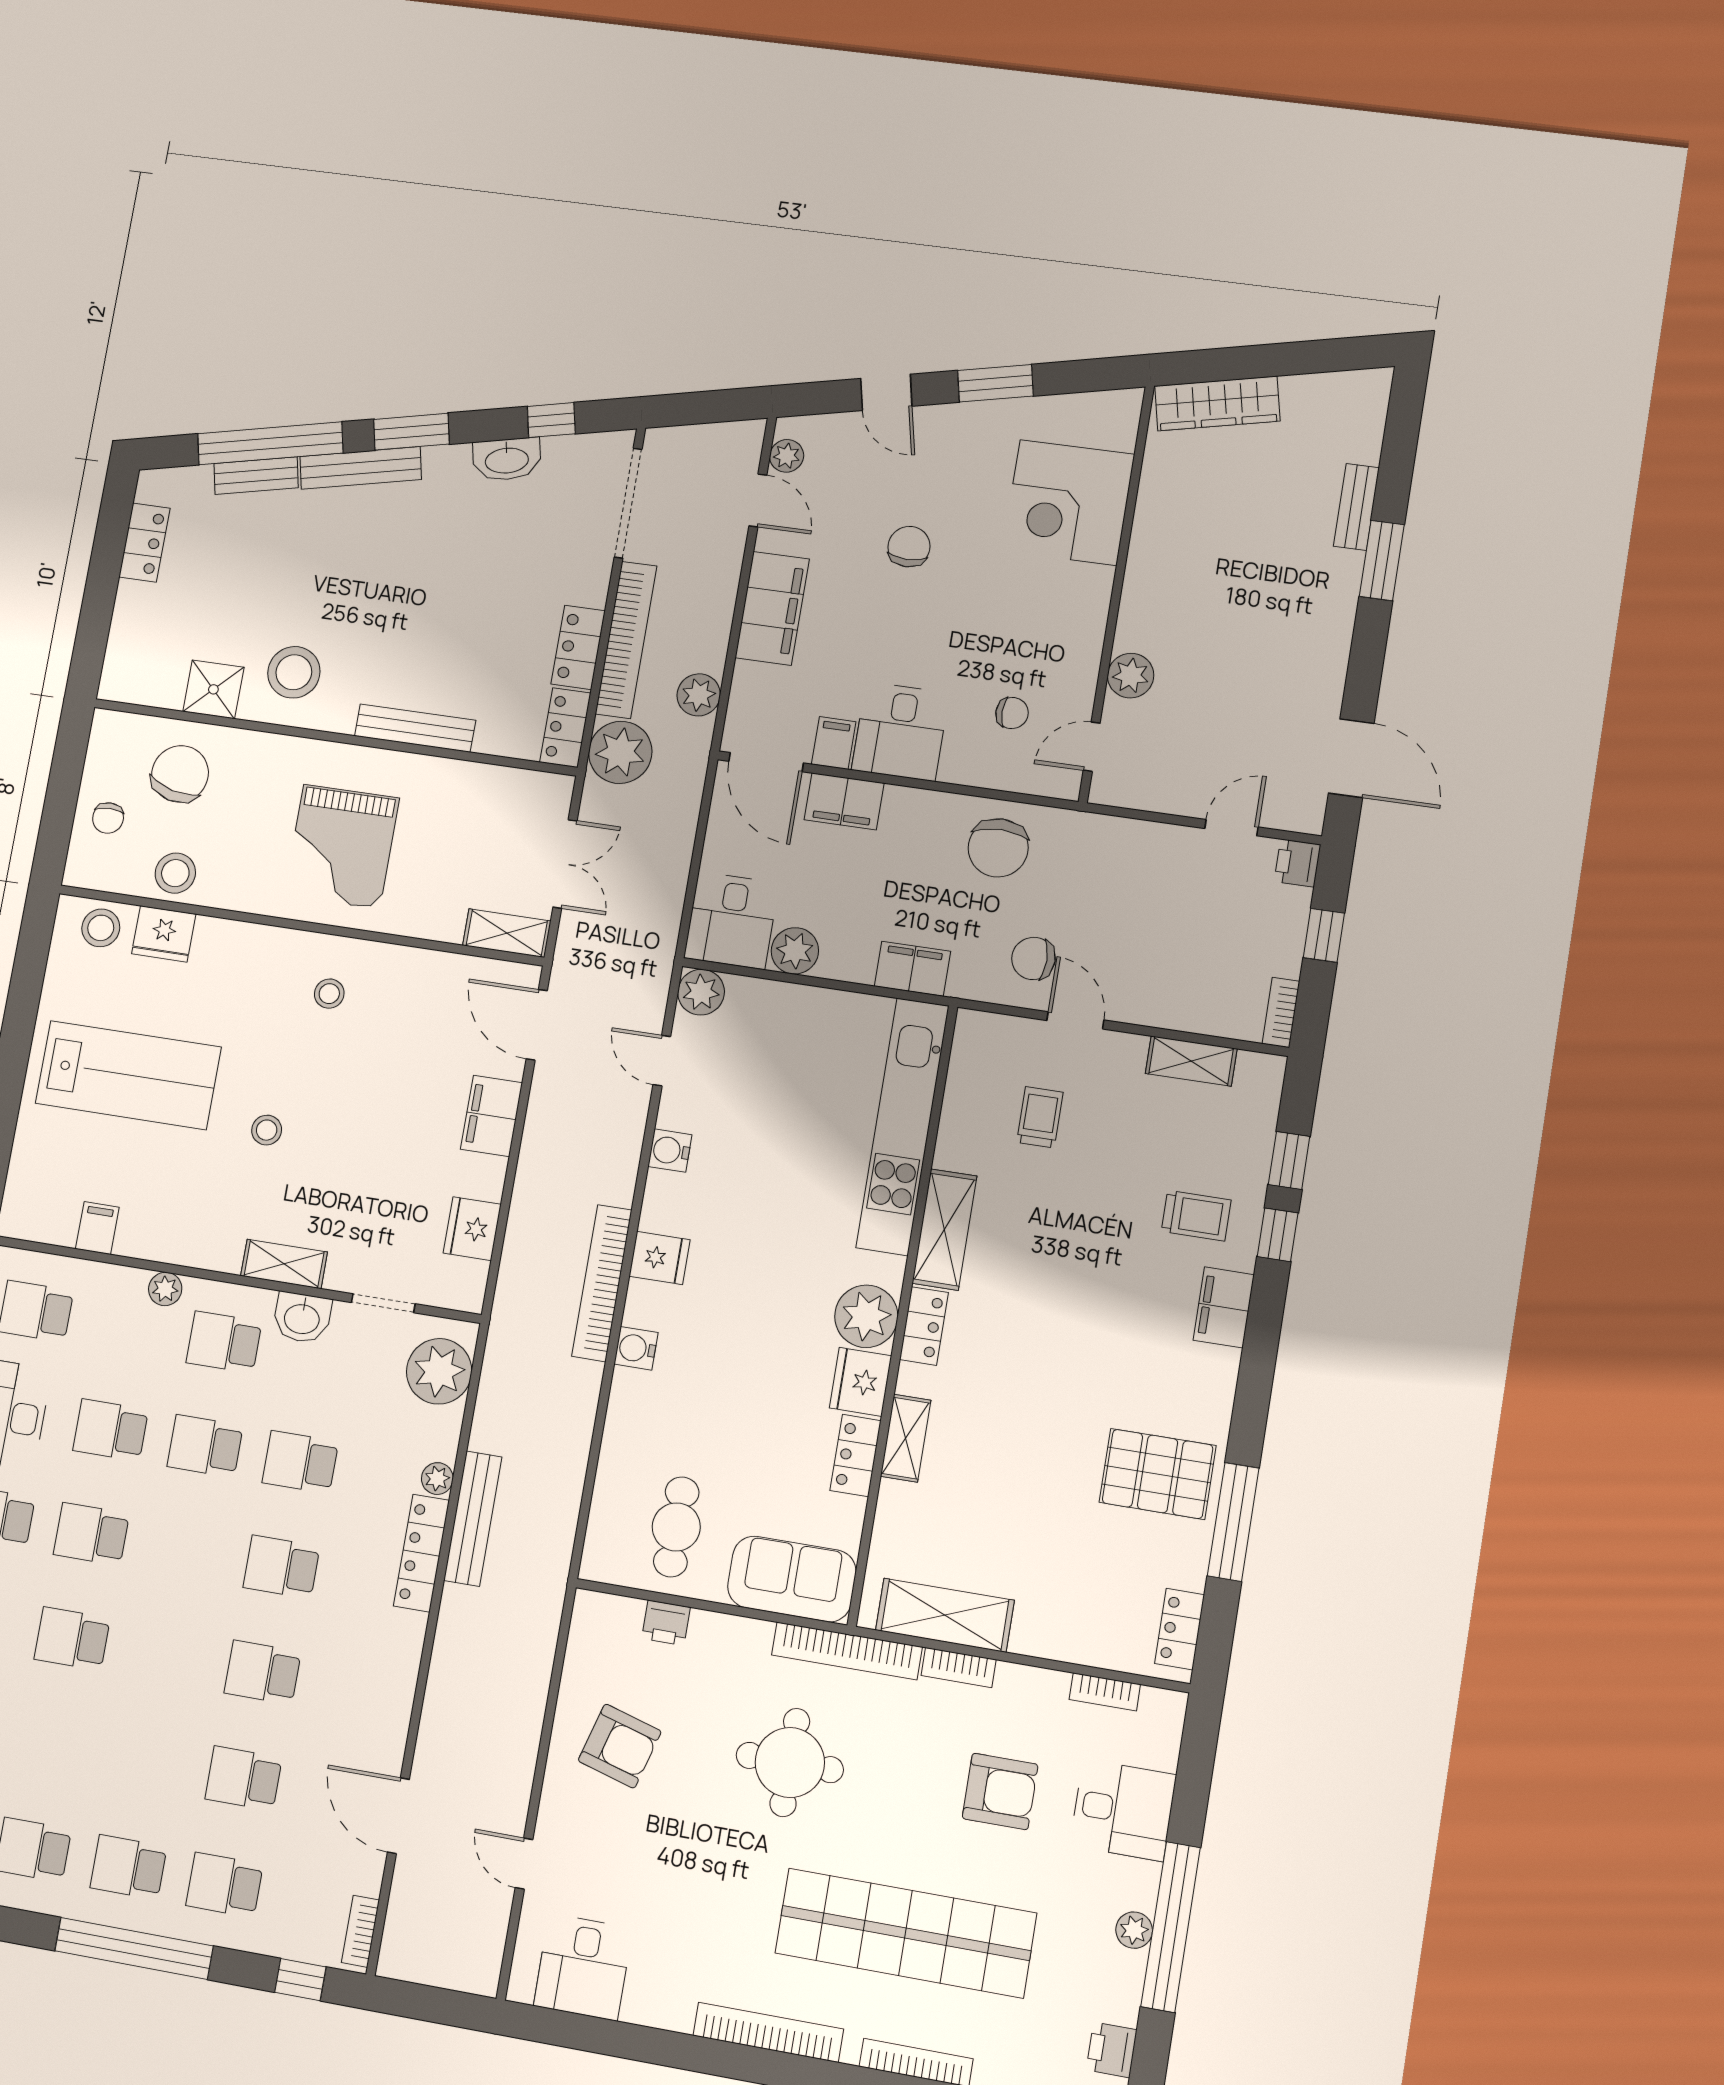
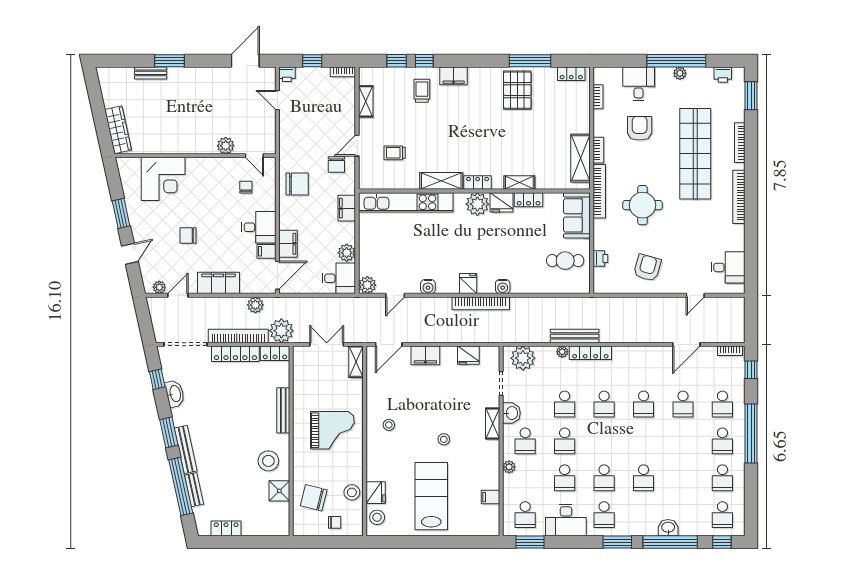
locker: (578, 647) -> (235, 354), width x1.53

